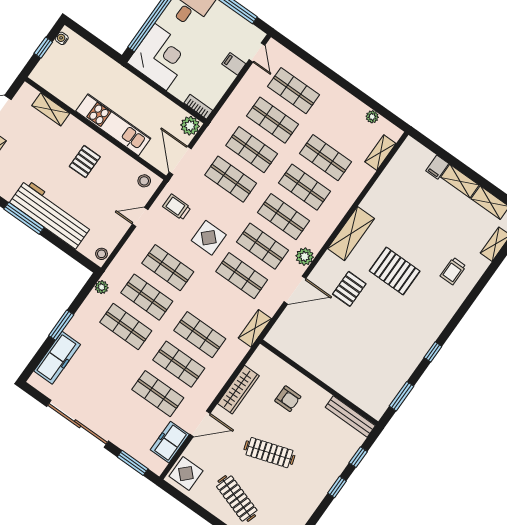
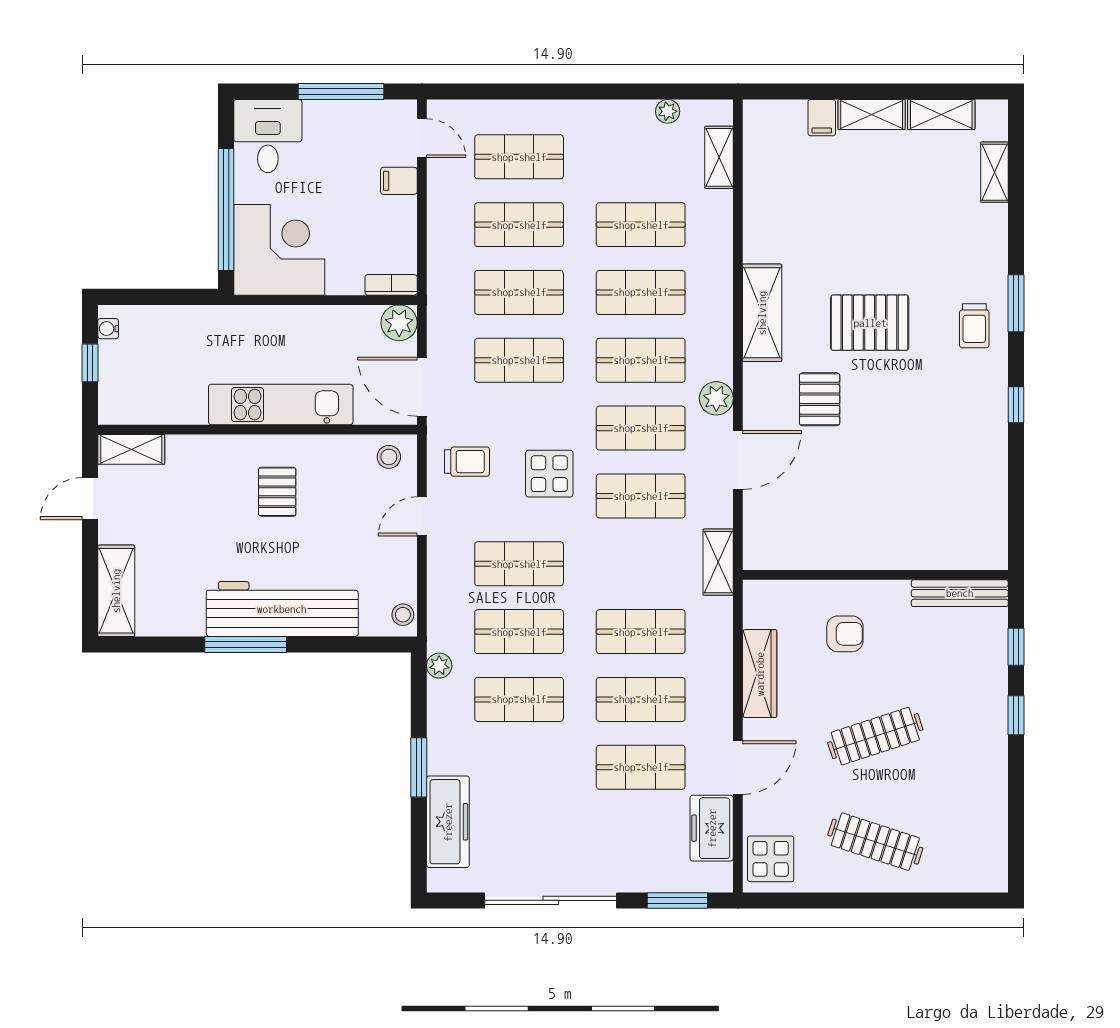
shelving: (51, 109) -> (131, 449), moved
trolley: (177, 207) -> (467, 462), turned 180
trolley: (453, 271) -> (974, 326), moved
window: (402, 396) -> (1016, 303), moved

